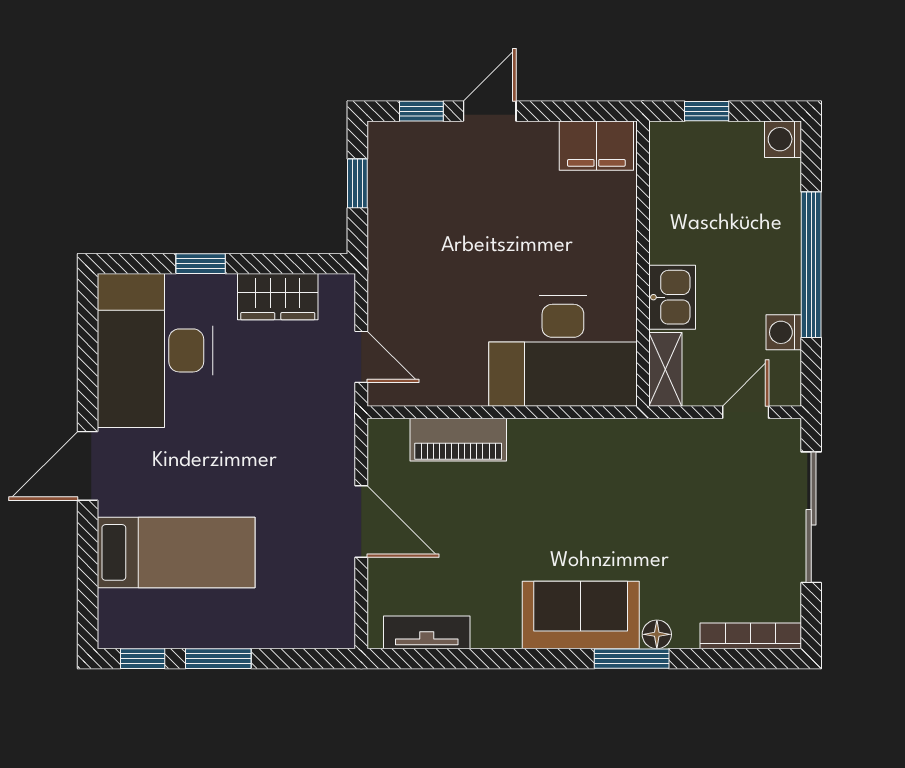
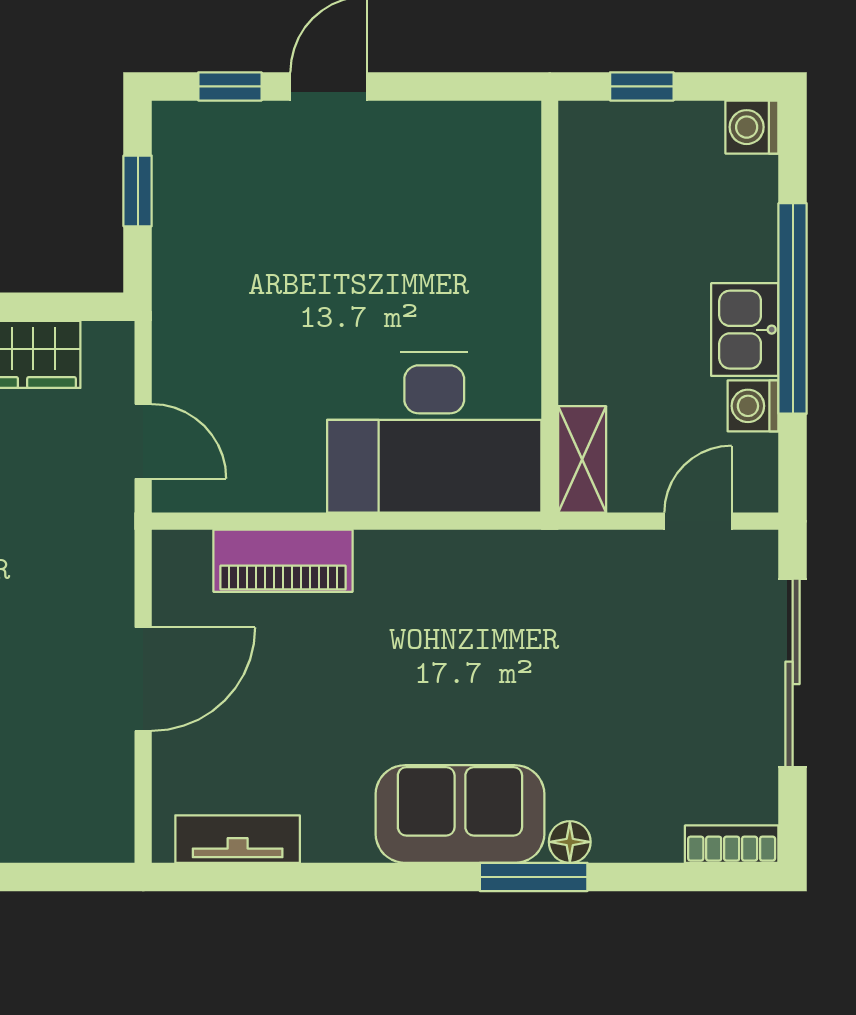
filing cabinet: (596, 146) -> (483, 136), removed
kitchen sink: (672, 297) -> (745, 330), moved, turned 180
door: (361, 522) -> (143, 679), hinge flipped
bookcase: (751, 636) -> (732, 844), width x0.64

